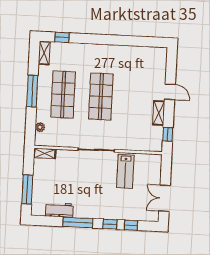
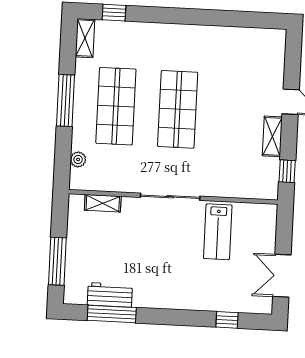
shelving: (45, 153) -> (103, 203), moved
window: (78, 223) -> (112, 314), moved
window: (110, 224) -> (193, 318), removed

